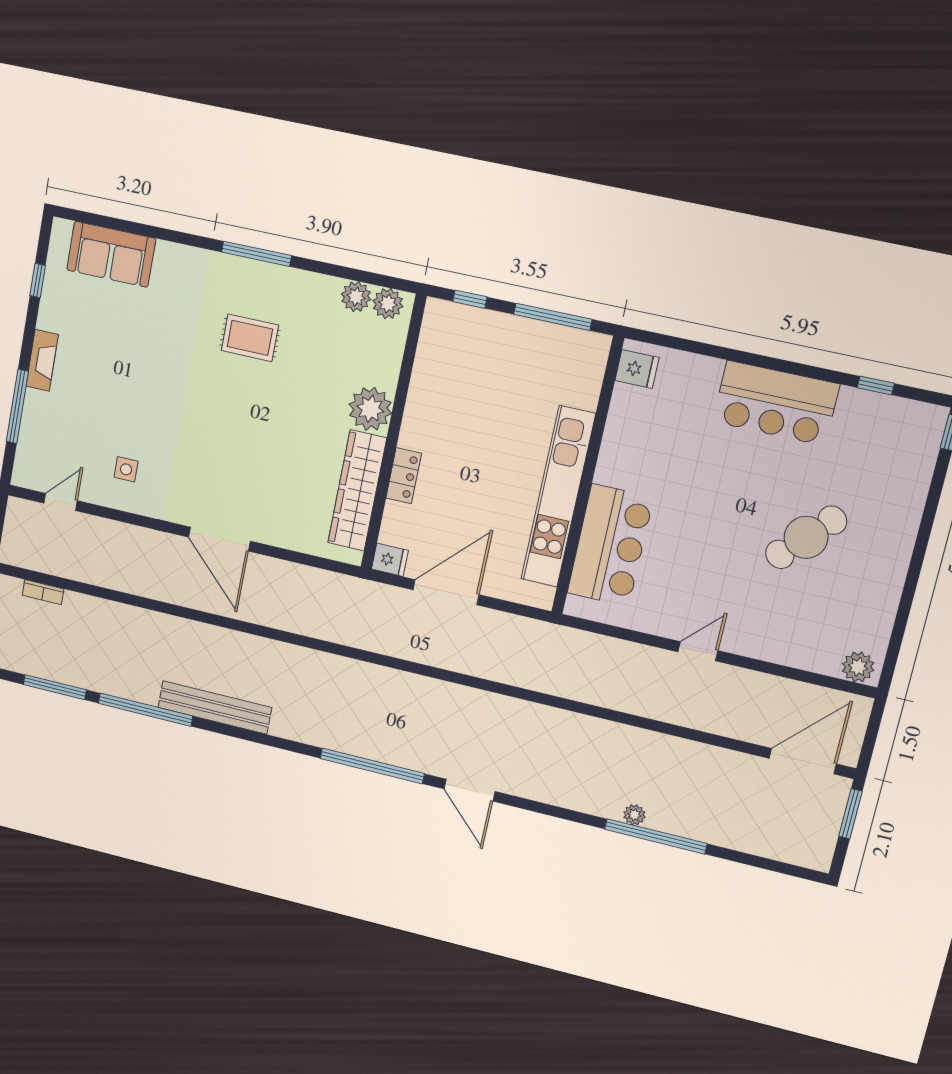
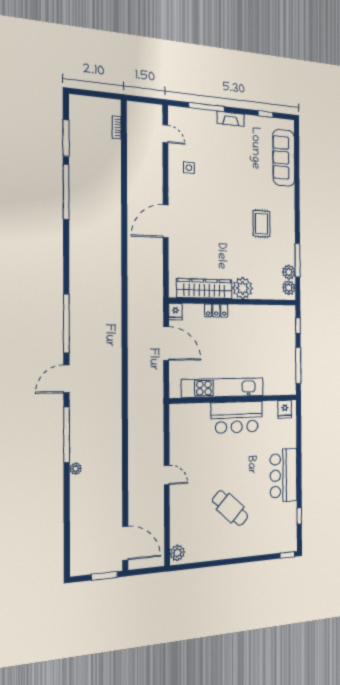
sofa: (111, 254) -> (284, 158), width x1.36
window: (256, 254) -> (298, 260), moved
bar counter: (610, 545) -> (237, 417), moved
bench: (215, 708) -> (77, 231), removed
window: (656, 836) -> (67, 435), moved

